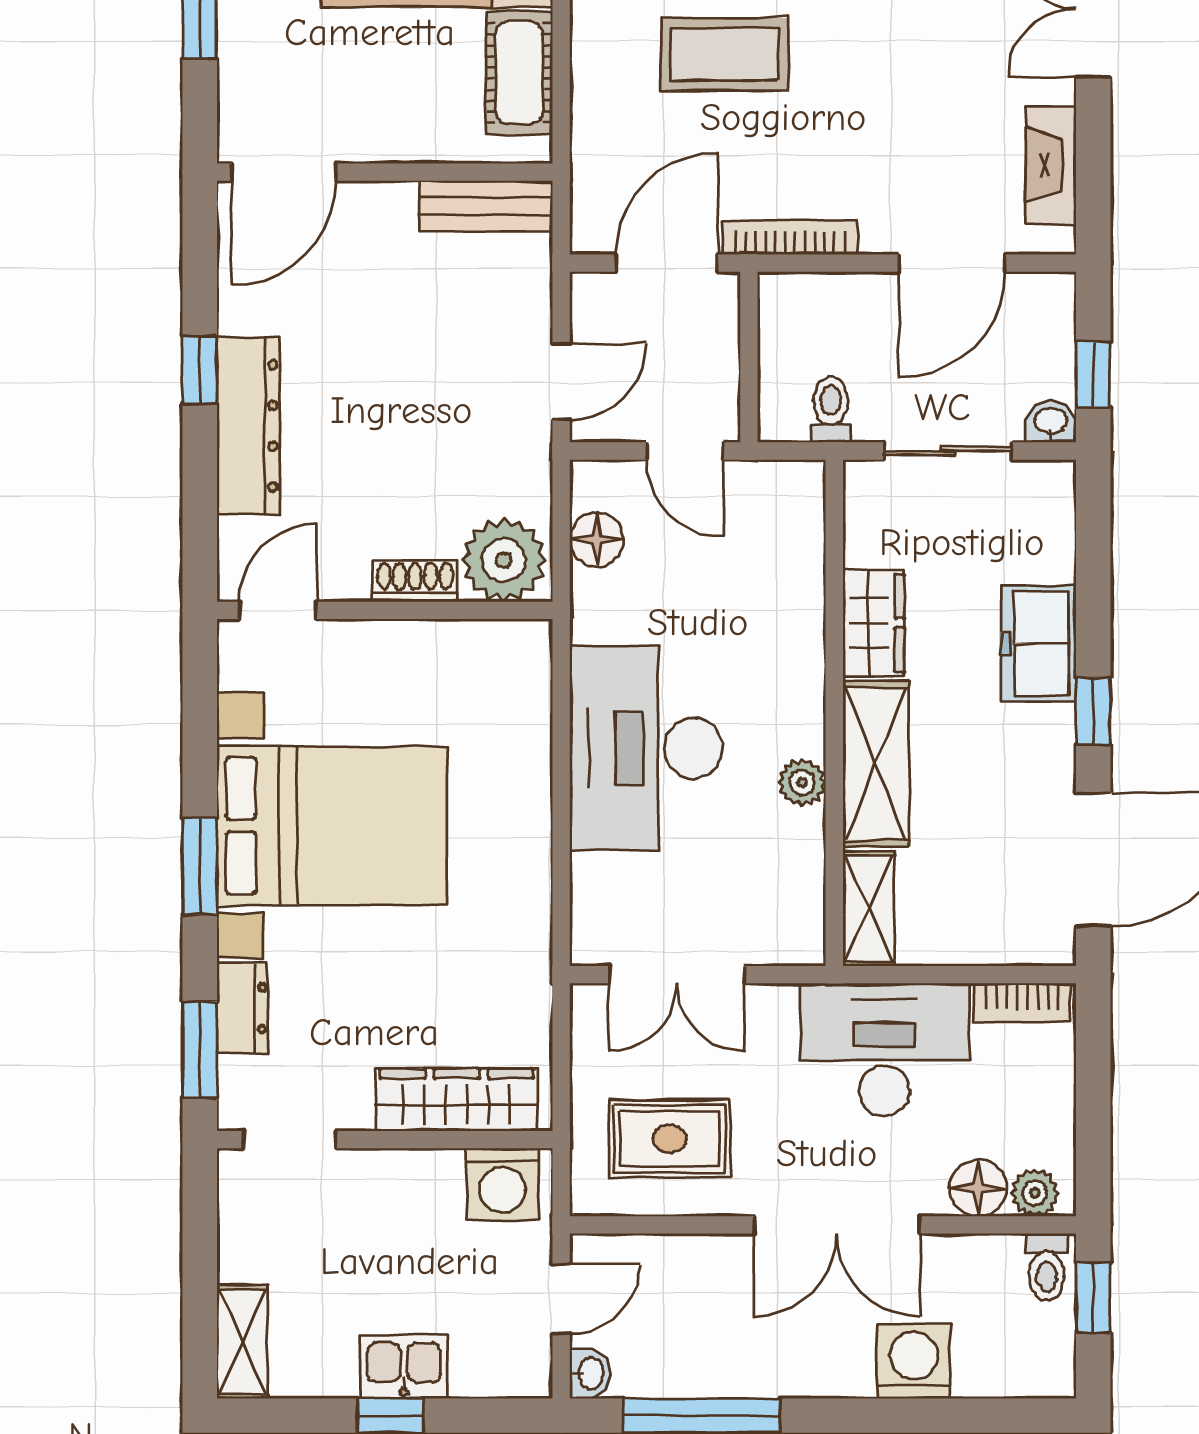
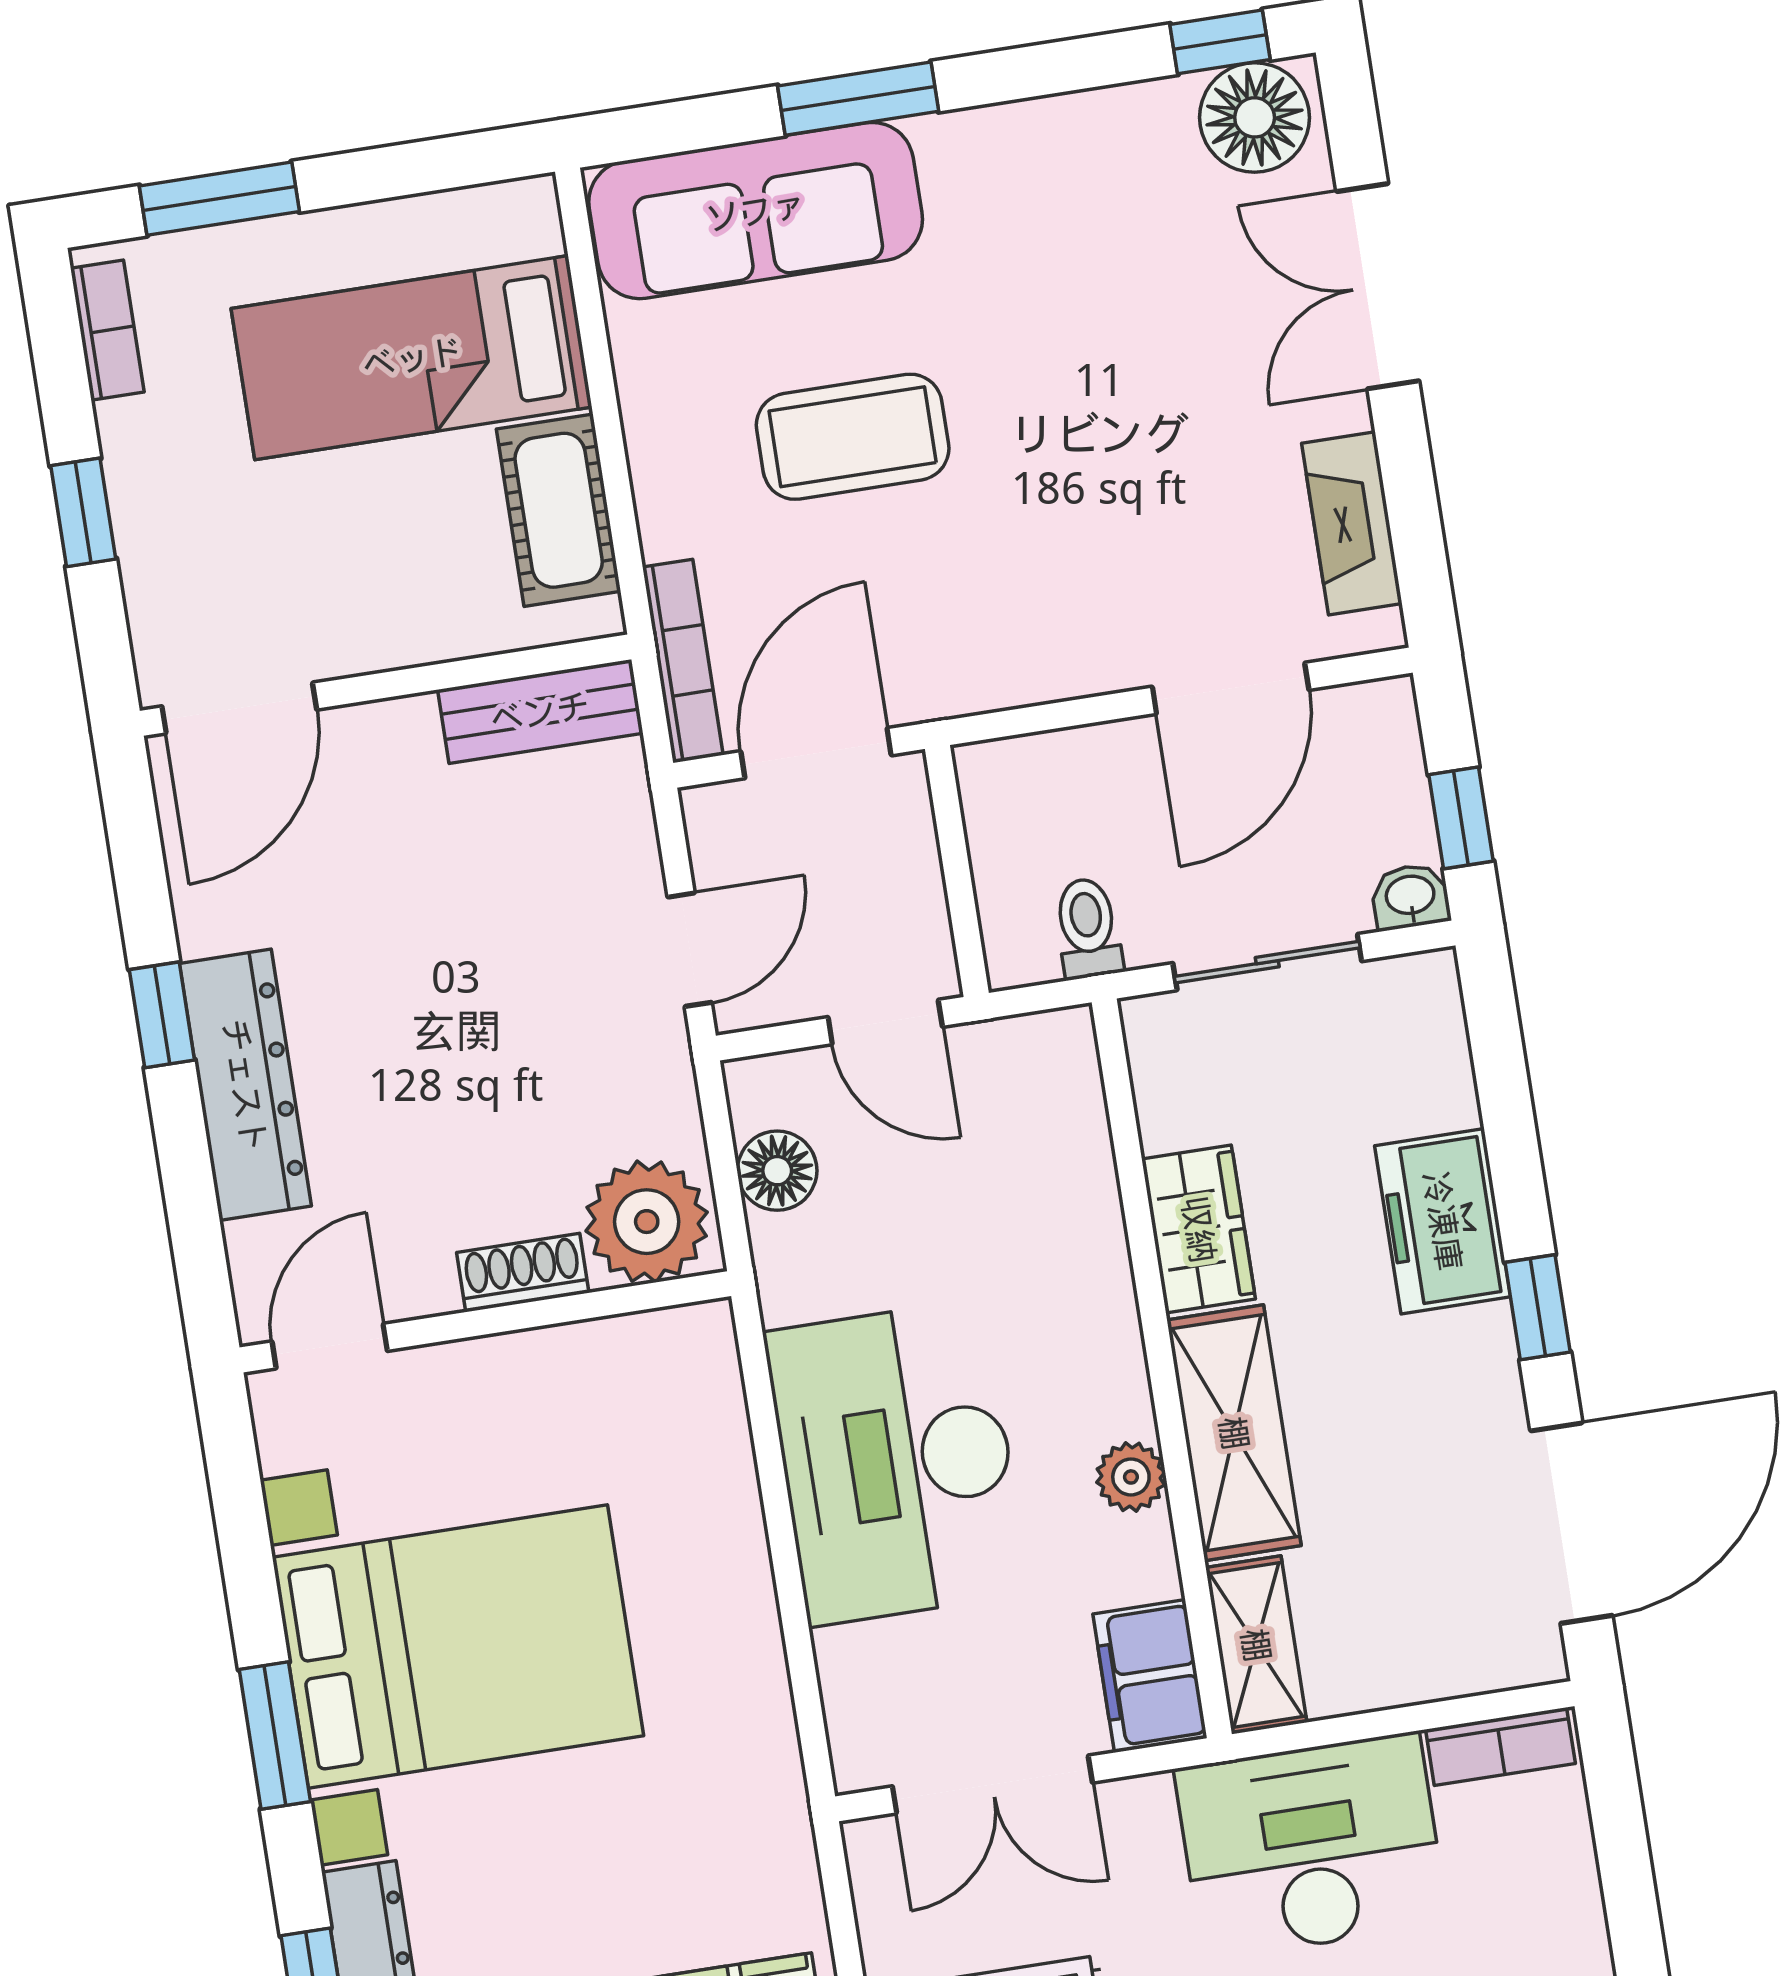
bookcase: (790, 237) -> (683, 661), moved, turned 90
filing cabinet: (794, 918) -> (1150, 1676), added

